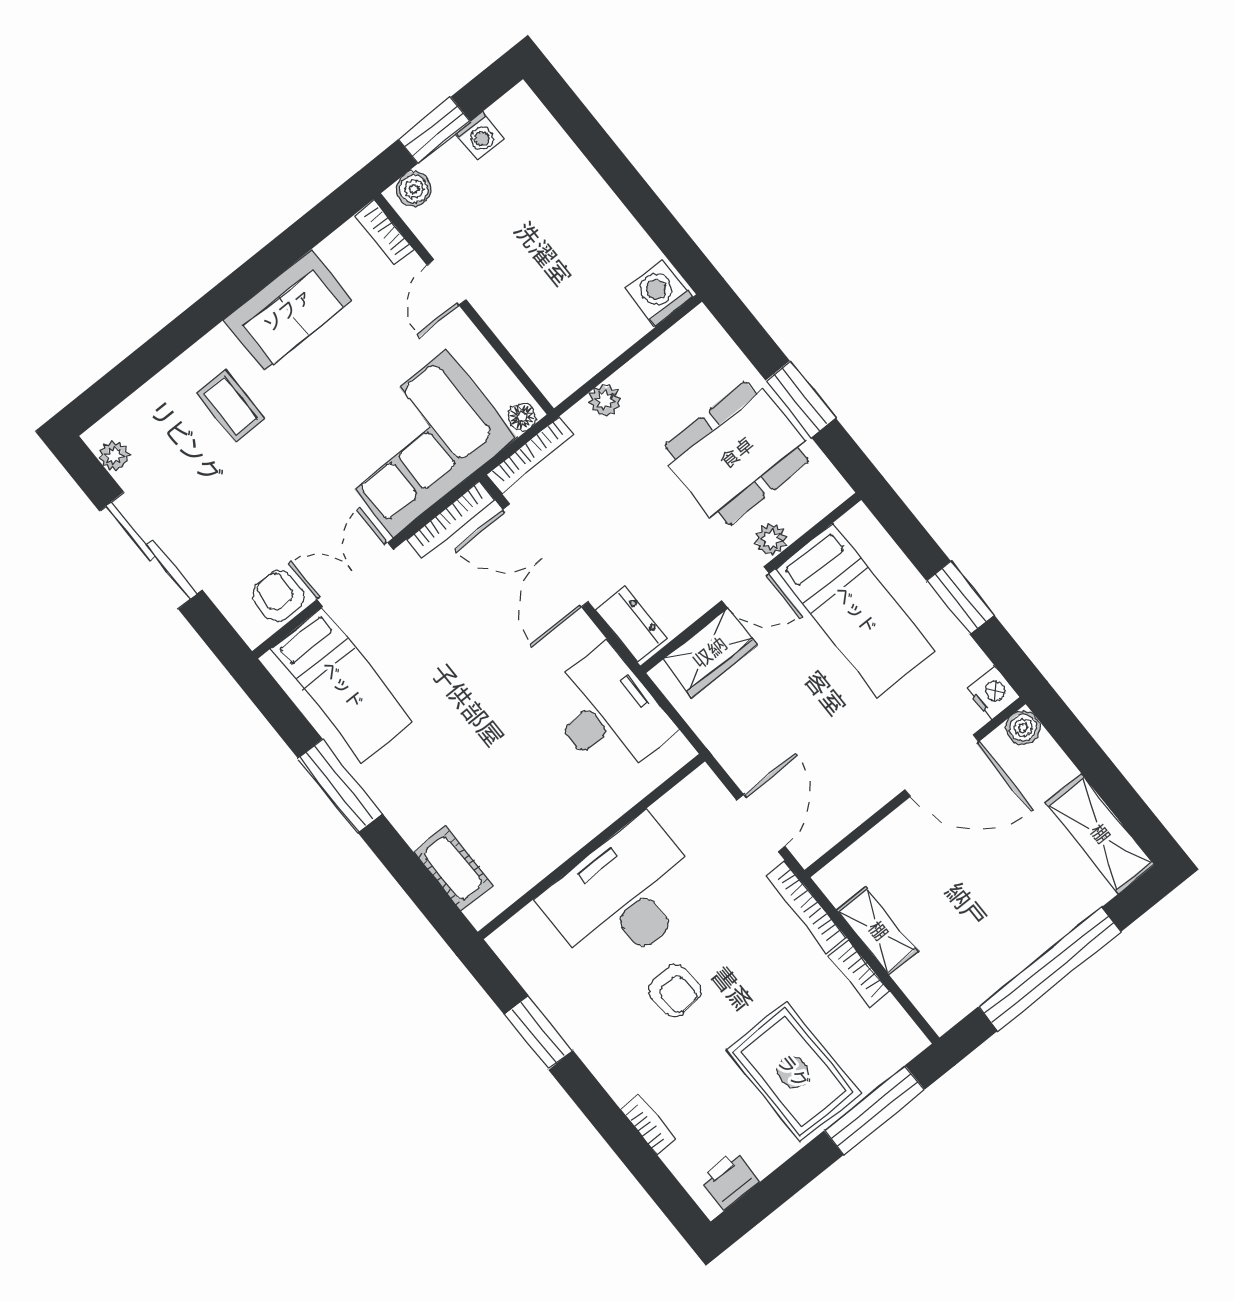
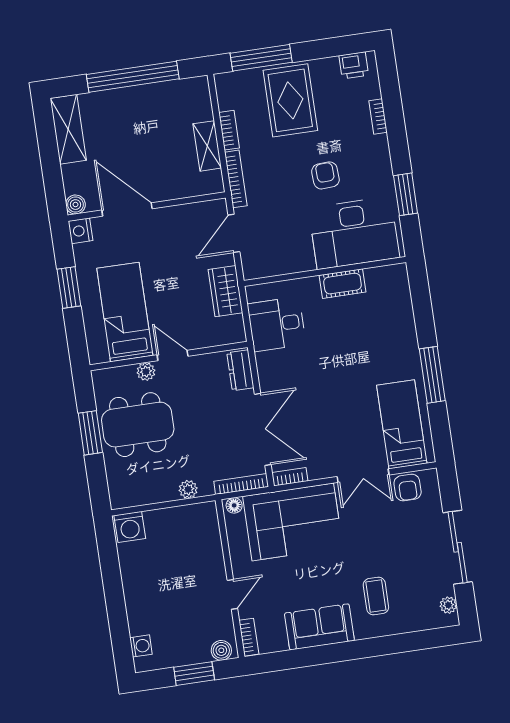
washing machine: (480, 136) -> (141, 646), moved, turned 90
bookcase: (450, 519) -> (290, 477), width x0.64
wardrobe: (710, 653) -> (226, 291), moved, turned -90
desk: (607, 713) -> (277, 324), width x0.73
cot: (453, 868) -> (343, 284), moved, turned 90
desk: (623, 896) -> (354, 233), moved

